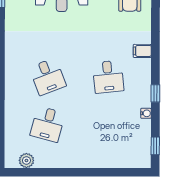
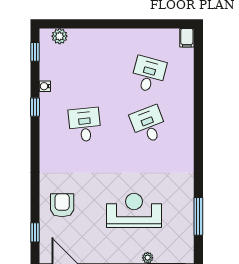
filing cabinet: (142, 51) -> (187, 38), moved, turned 90
plant: (26, 160) -> (60, 36), moved

